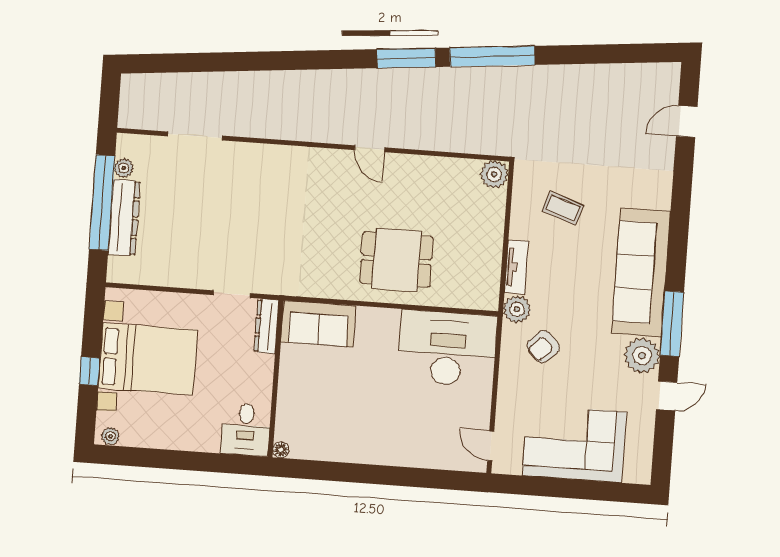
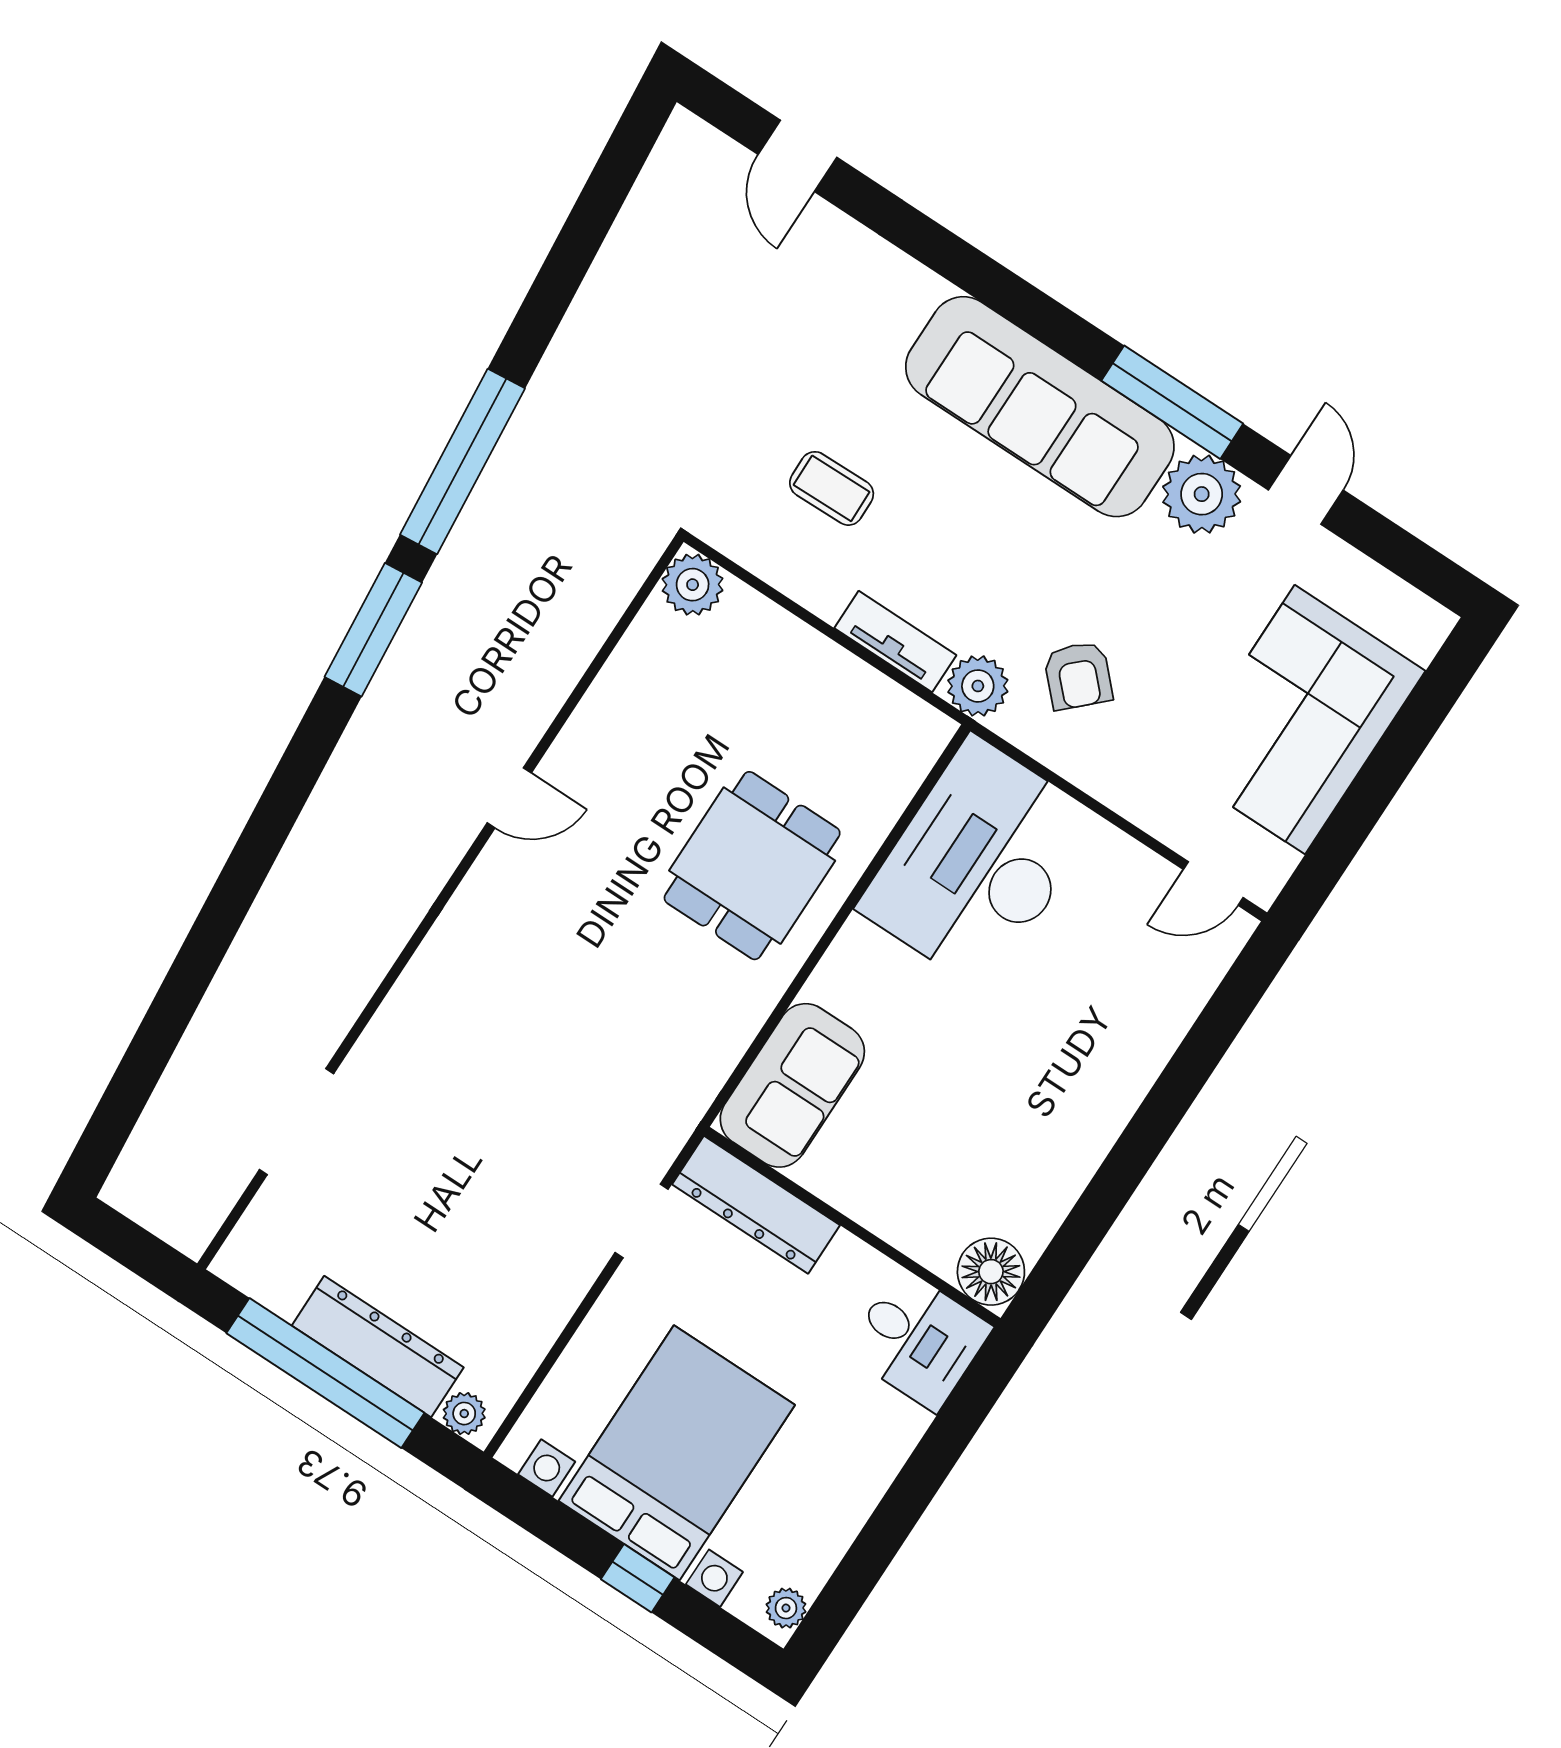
plant: (124, 168) -> (464, 1414), moved
coffee table: (563, 208) -> (832, 488), turned 70
dresser: (267, 326) -> (756, 1205), width x1.37, depth x1.24
floor lamp: (281, 450) -> (991, 1272), width x1.89, depth x1.89

